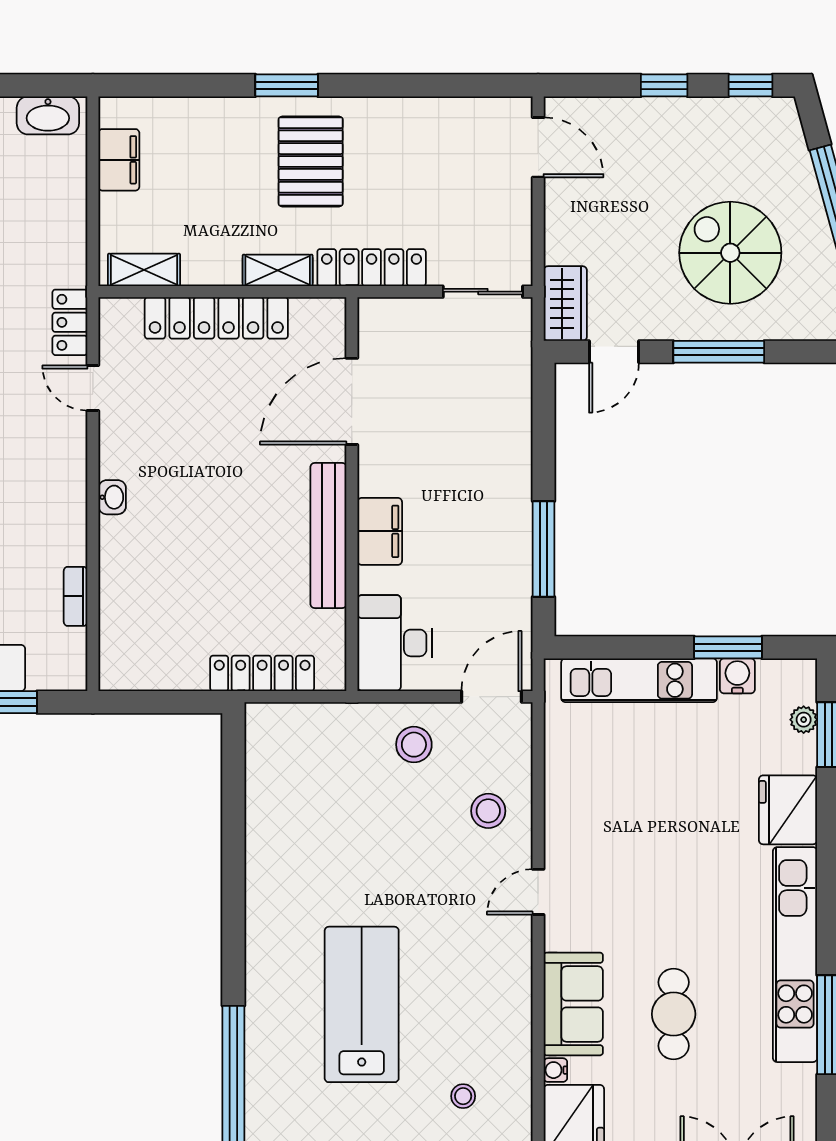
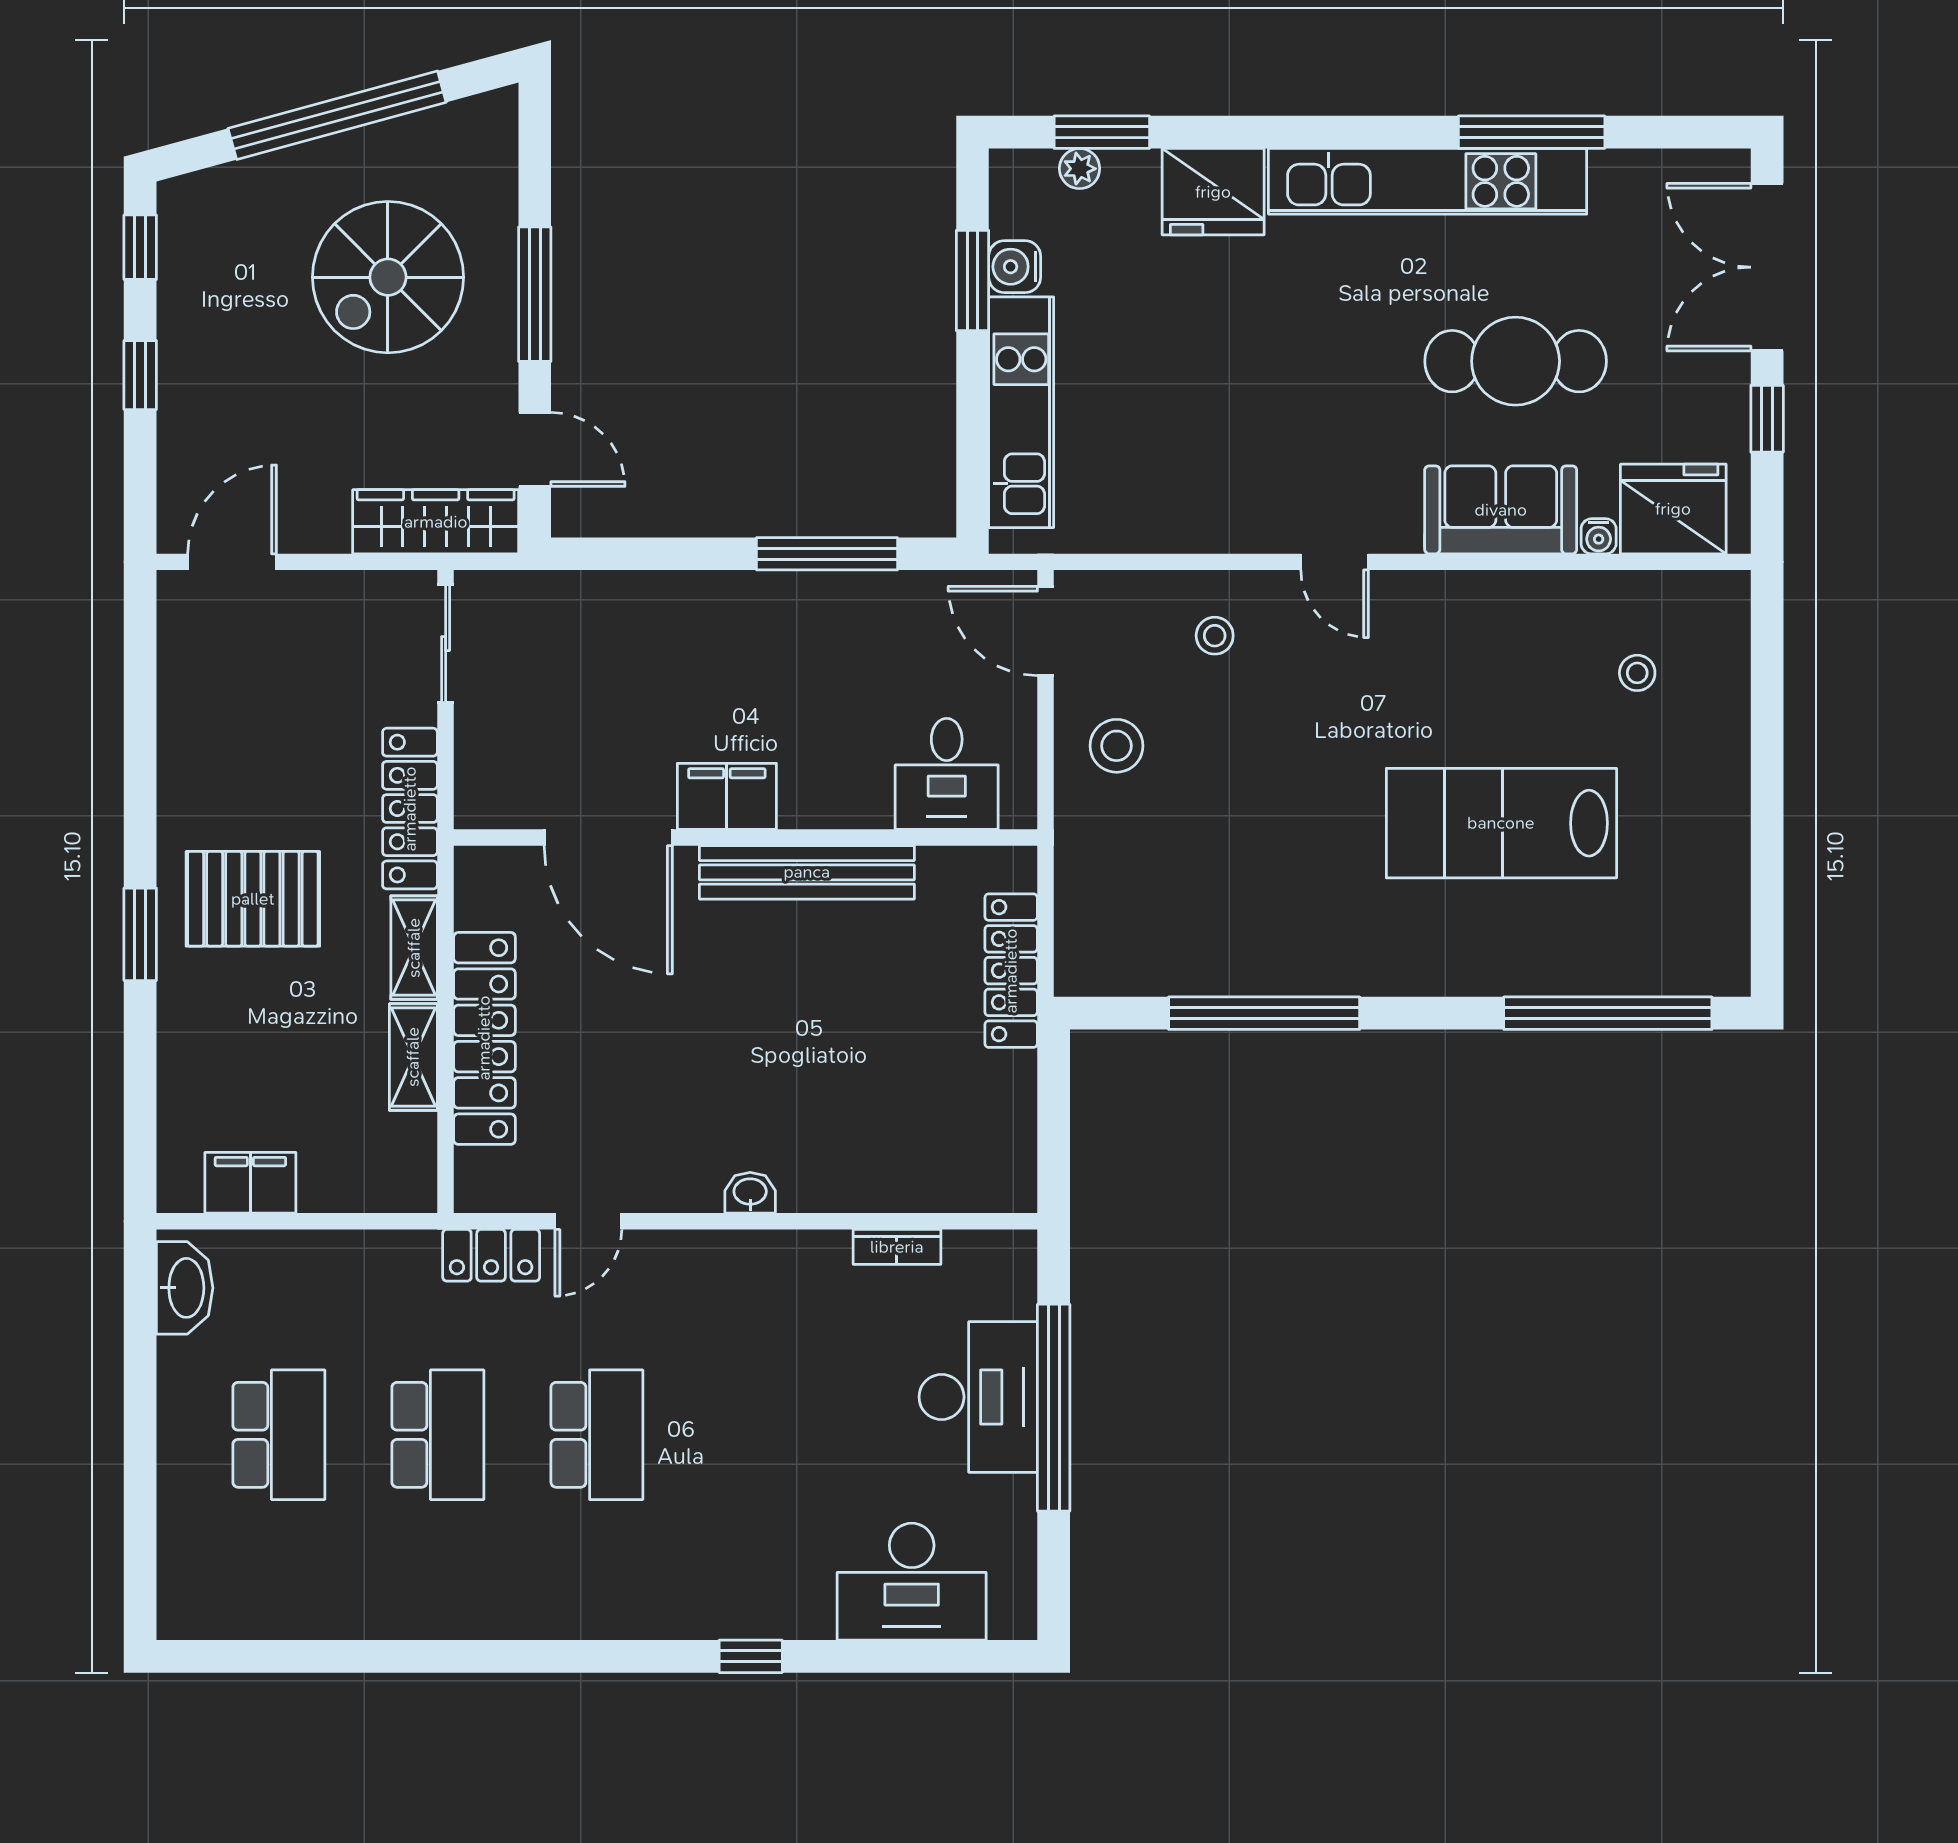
shelving: (144, 270) -> (413, 1057), moved
wardrobe: (565, 304) -> (436, 522), width x1.50
filing cabinet: (380, 531) -> (727, 796), moved
desk: (395, 643) -> (947, 774), width x0.73
stool: (488, 811) -> (1215, 636), width x0.73, depth x0.73
window: (233, 844) -> (1264, 1013), added
cafe table: (674, 1014) -> (1516, 361), width x1.37, depth x1.35

